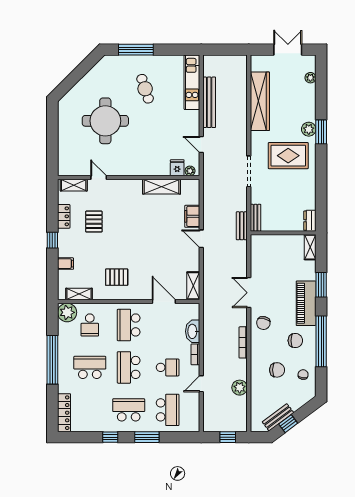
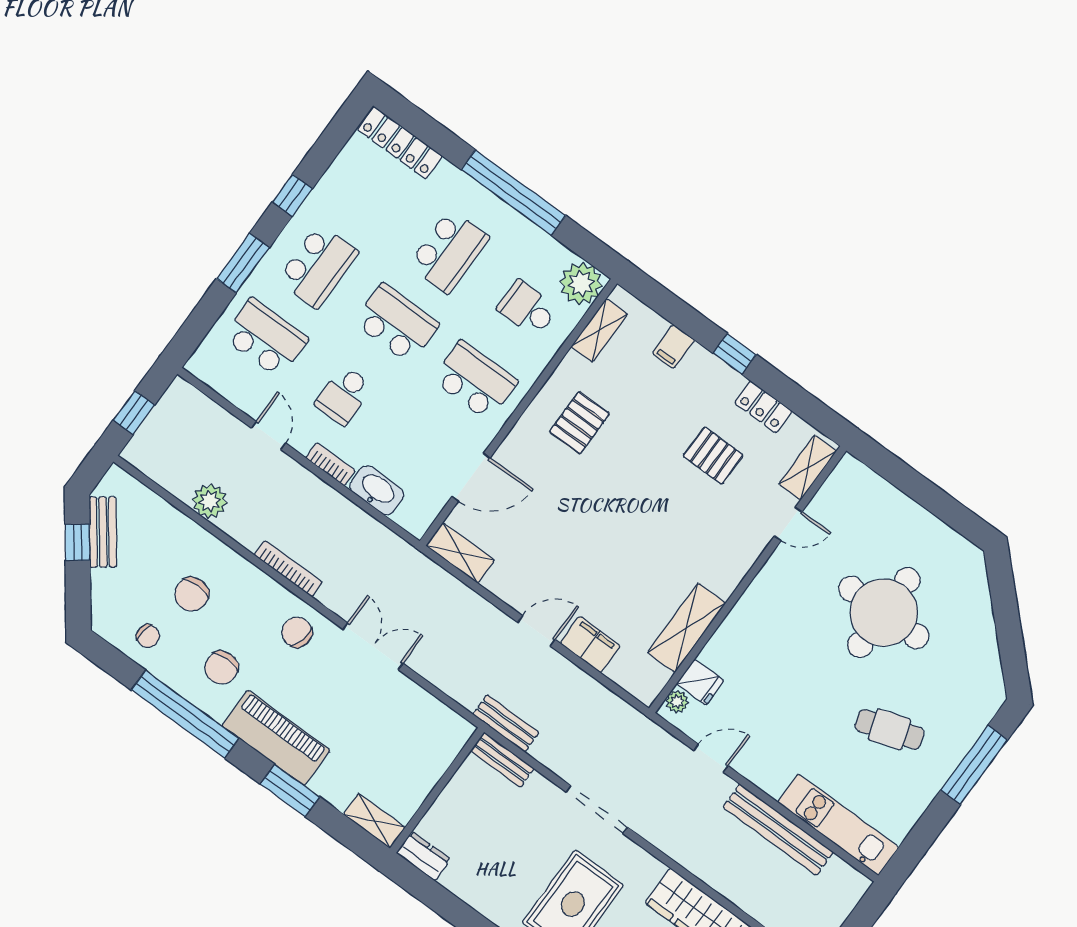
school desk: (168, 410) -> (265, 338), turned 180

